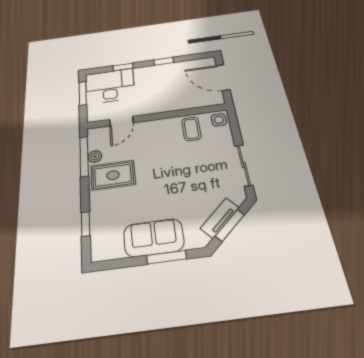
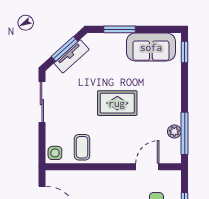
rug: (113, 175) -> (117, 103), moved
window: (86, 224) -> (185, 52), moved
sofa: (154, 238) -> (151, 47), moved

